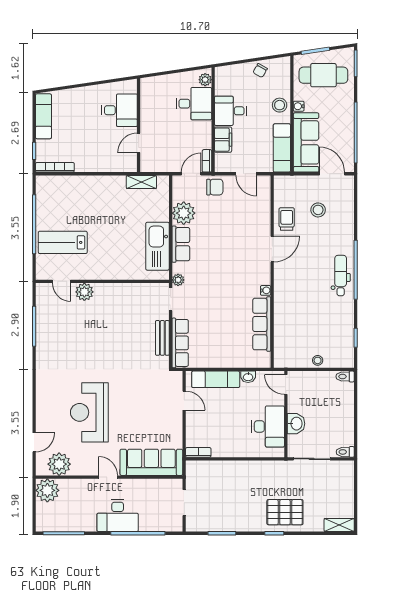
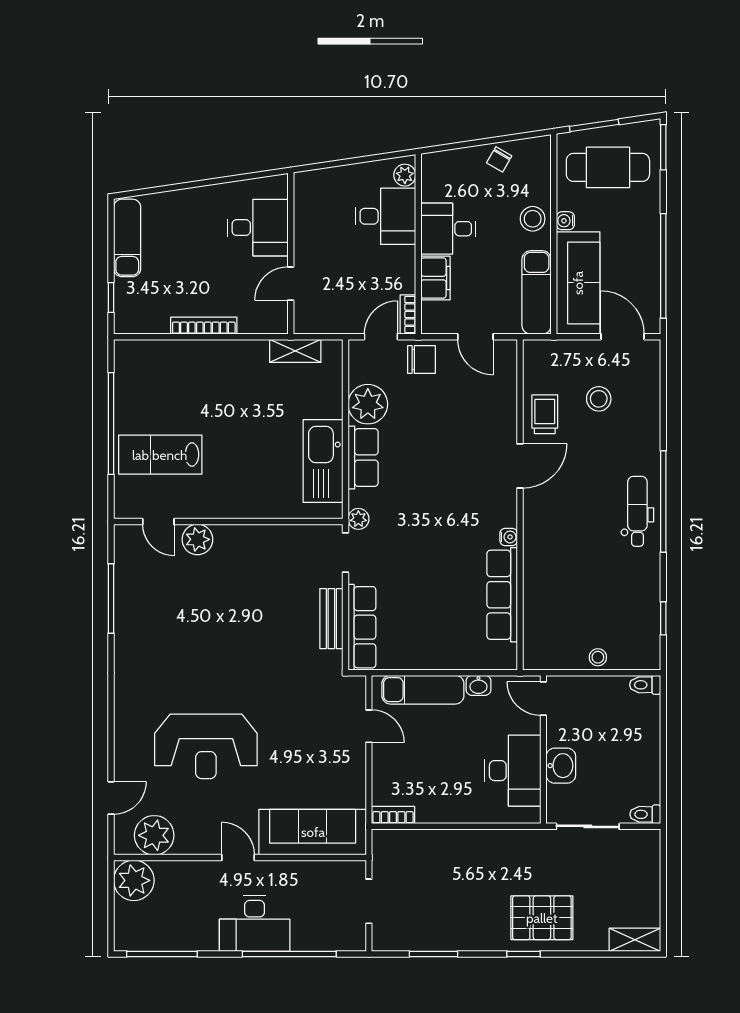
bookcase: (55, 167) -> (204, 326), moved
reception desk: (89, 412) -> (206, 746), turned -90

